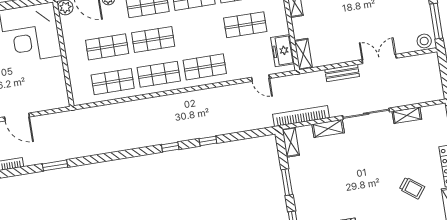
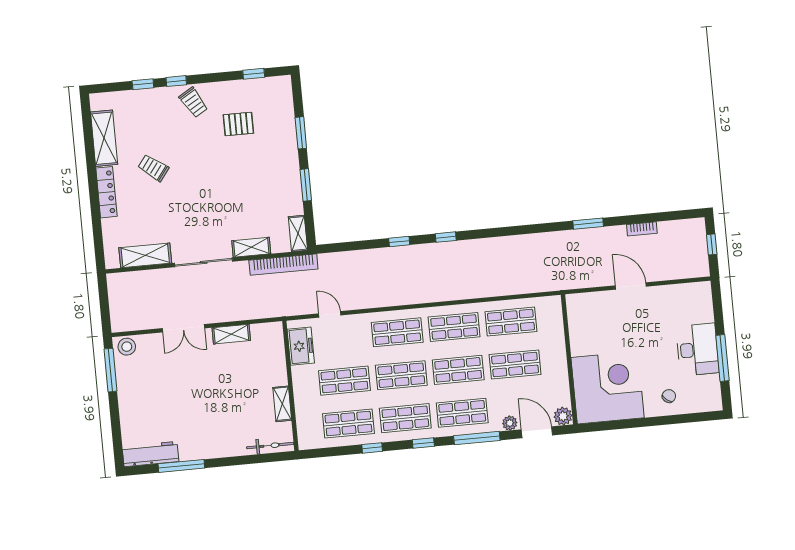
shop shelf: (199, 32) -> (401, 375), added
shelving: (303, 54) -> (231, 334), moved, turned 90
bench: (342, 73) -> (230, 314), removed
shelving: (407, 115) -> (145, 255), width x1.50, depth x1.33

